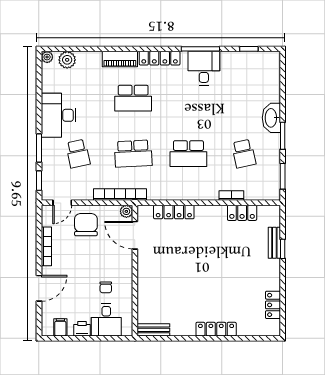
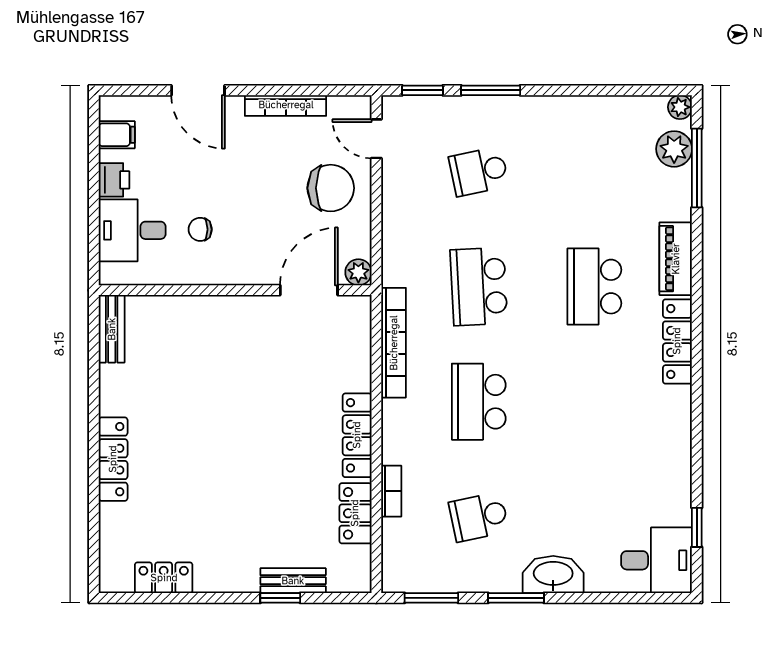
window: (200, 49) -> (697, 168), moved
desk: (204, 68) -> (657, 560), moved
desk: (59, 115) -> (559, 131), removed
bookcase: (120, 195) -> (394, 343), moved
locker: (174, 212) -> (357, 435), moved

